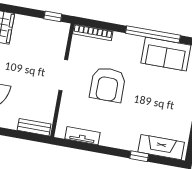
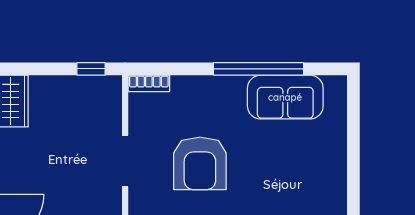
bookcase: (93, 32) -> (149, 83), width x0.64

